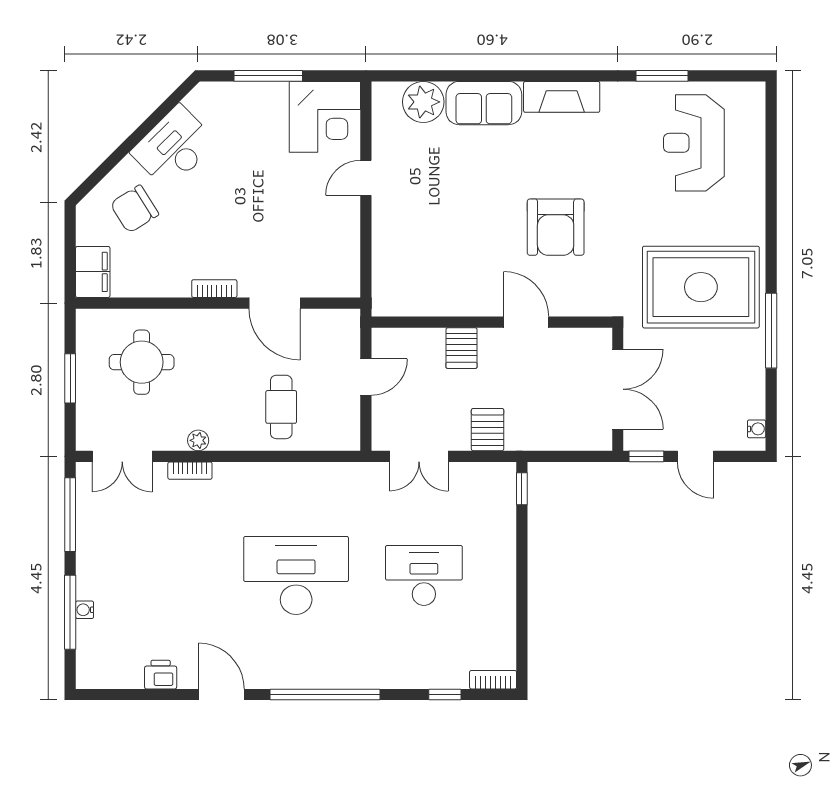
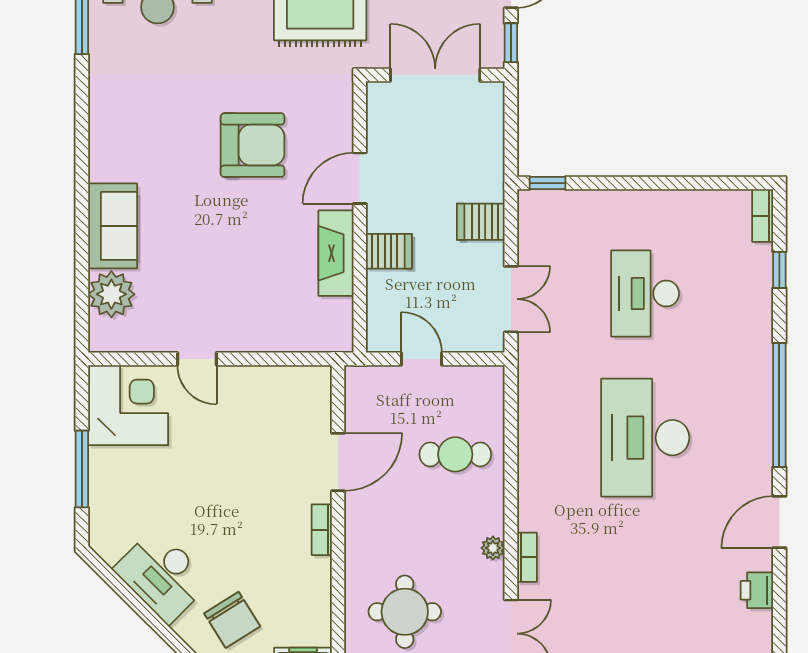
fireplace: (562, 97) -> (336, 253), moved, turned 180

